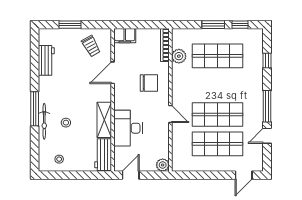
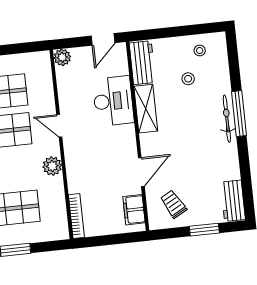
filing cabinet: (125, 36) -> (134, 210), moved, turned -90
plant: (179, 56) -> (52, 166), moved
workbench: (46, 60) -> (233, 201), moved
chair: (149, 83) -> (92, 164), removed
bicycle: (44, 121) -> (227, 119), moved
stool: (66, 123) -> (188, 79), moved

